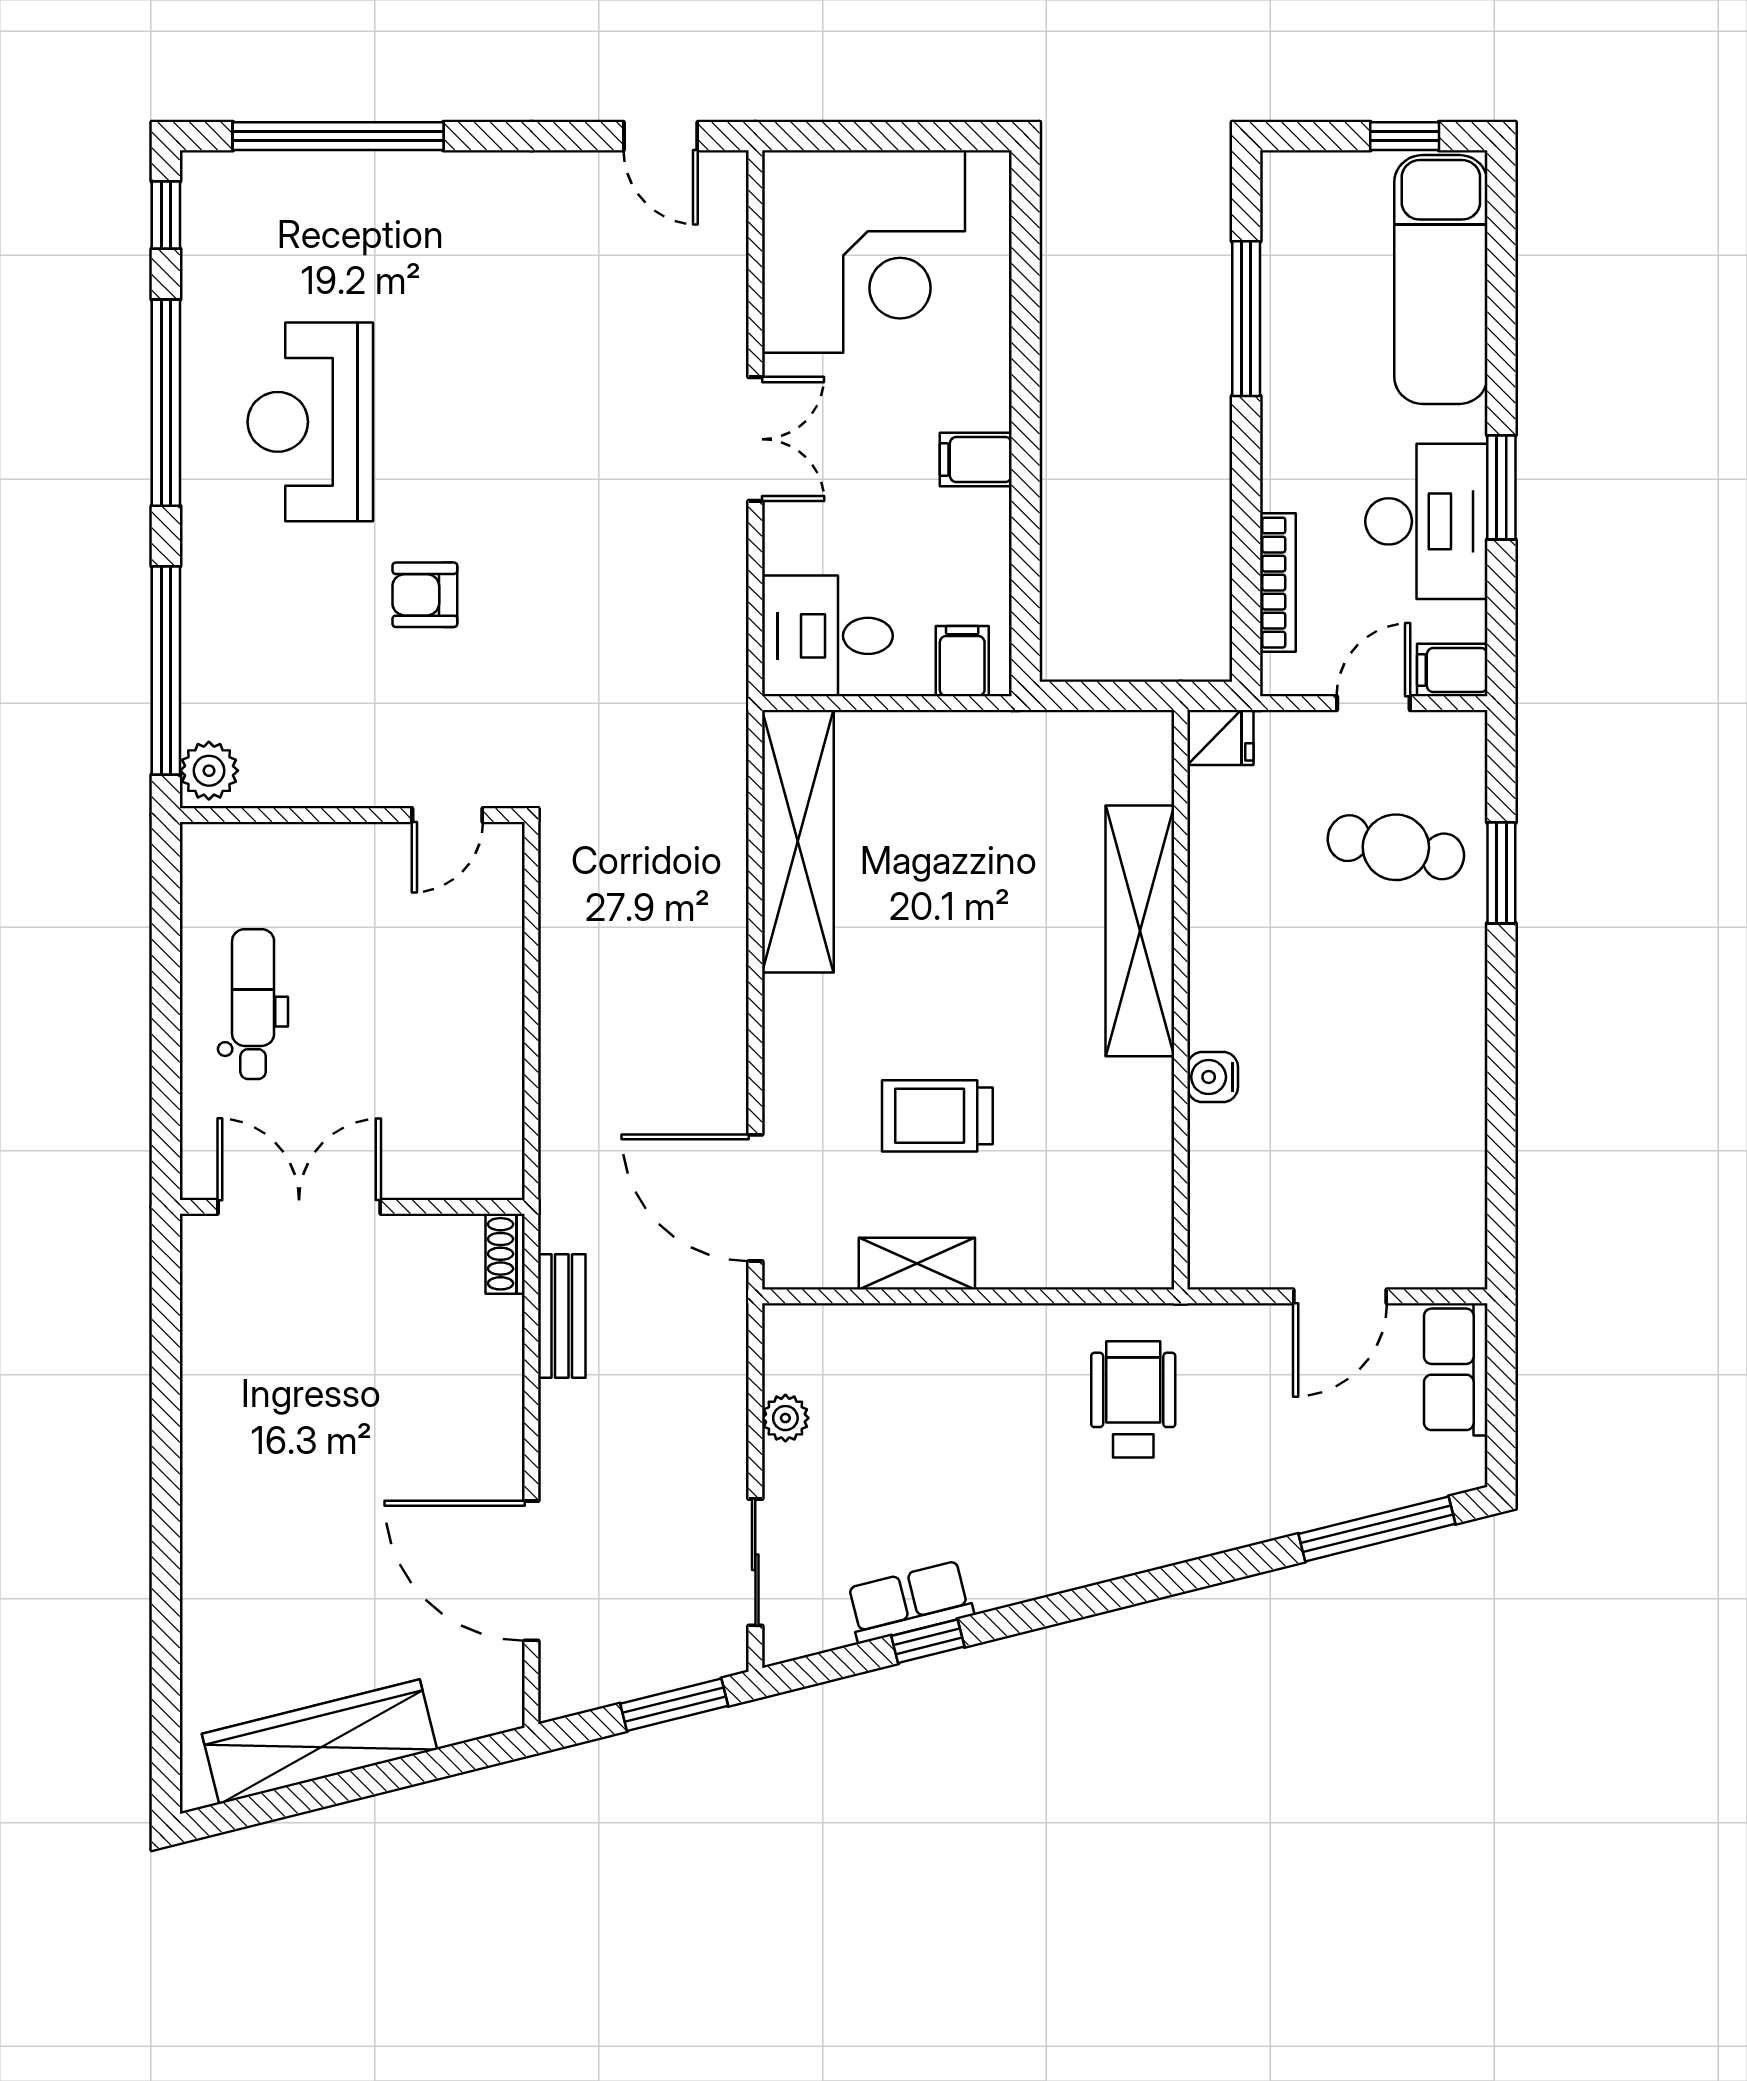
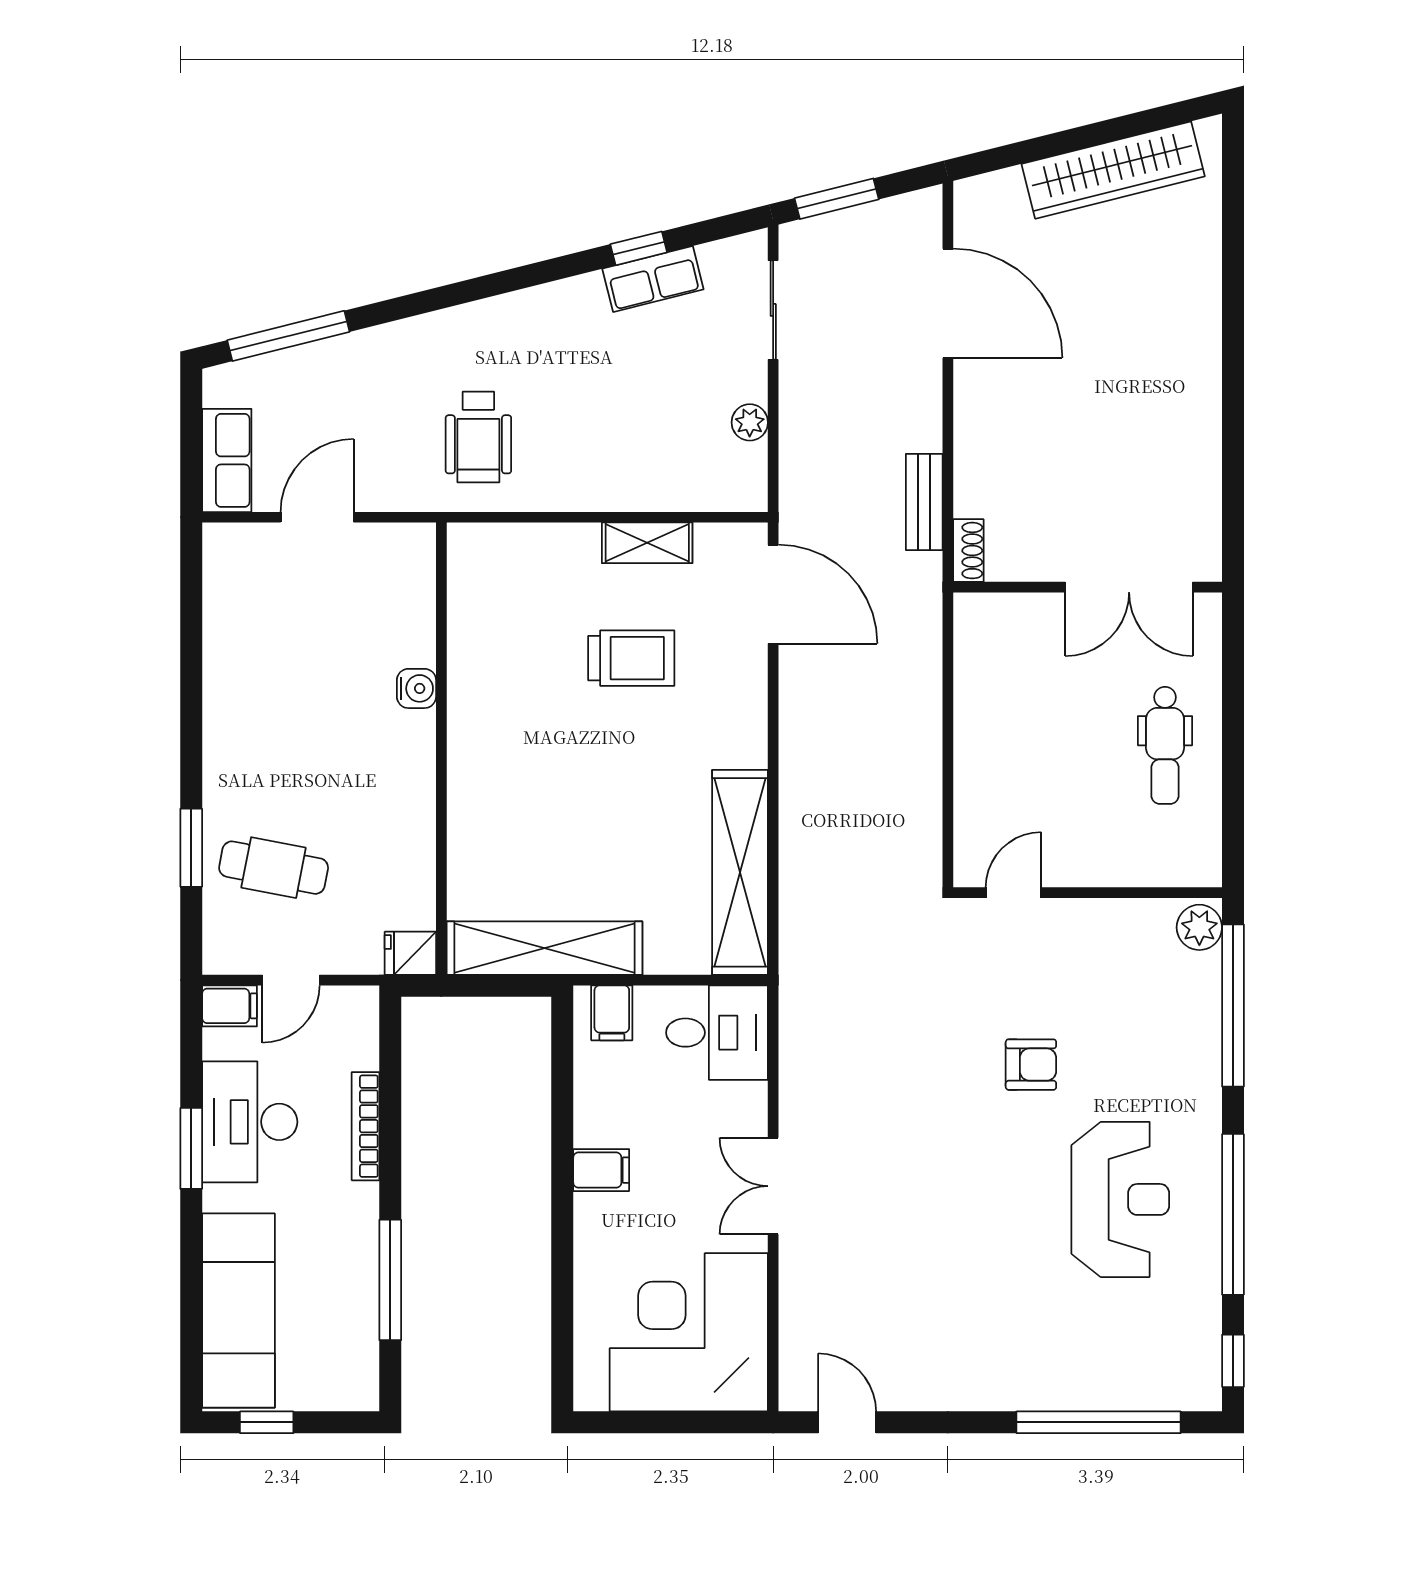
bookcase: (1278, 583) -> (366, 1126), moved
shelving: (1140, 931) -> (545, 948), moved, turned 90

